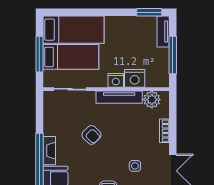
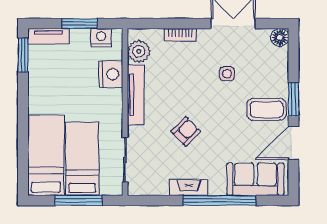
window: (173, 55) -> (80, 24), width x0.69
nightstand: (116, 80) -> (101, 38), moved, turned -90
fireplace: (49, 151) -> (189, 187), moved

